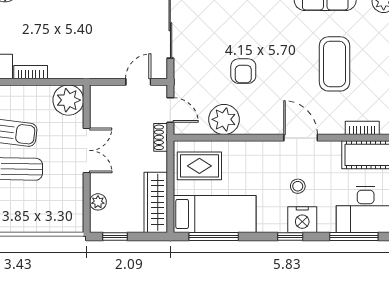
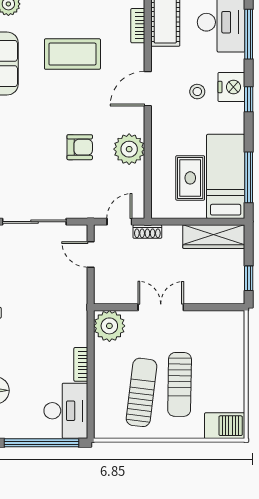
plant: (224, 119) -> (129, 149), moved
rug: (199, 166) -> (190, 178), moved
plant: (98, 202) -> (213, 296), removed

